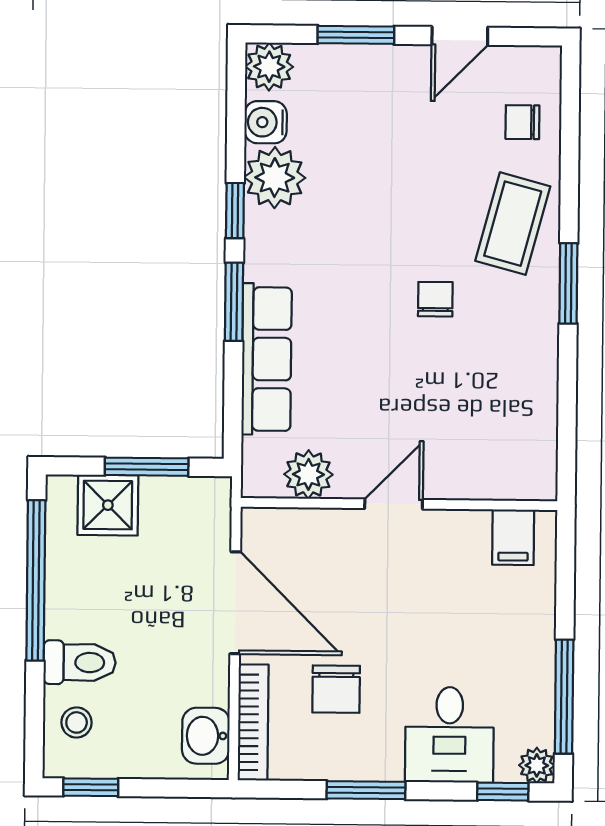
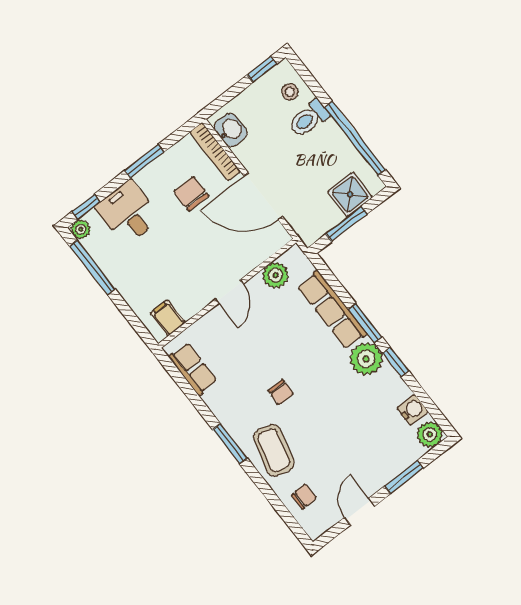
plant: (275, 178) -> (366, 359), moved
row of seats: (536, 434) -> (193, 369), added

